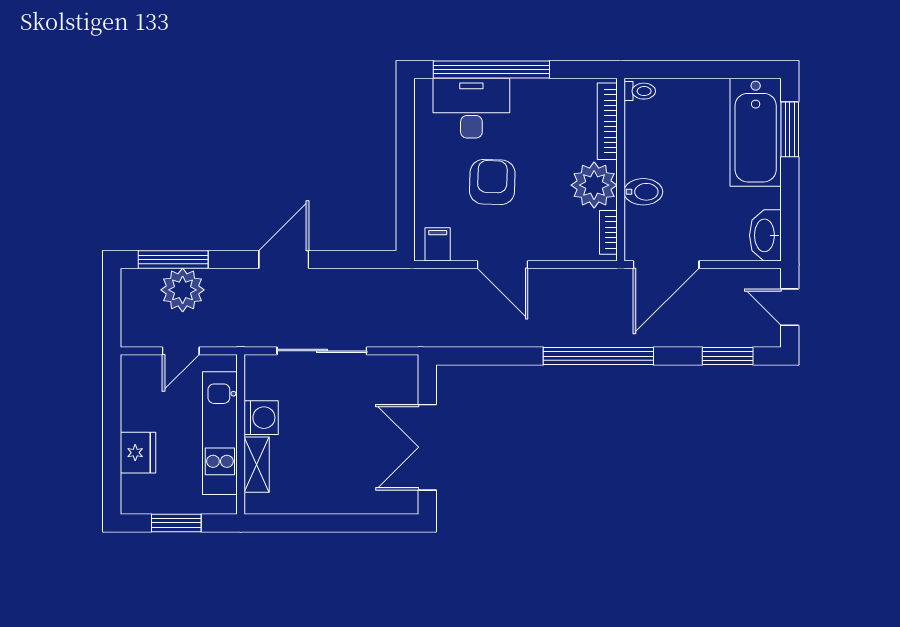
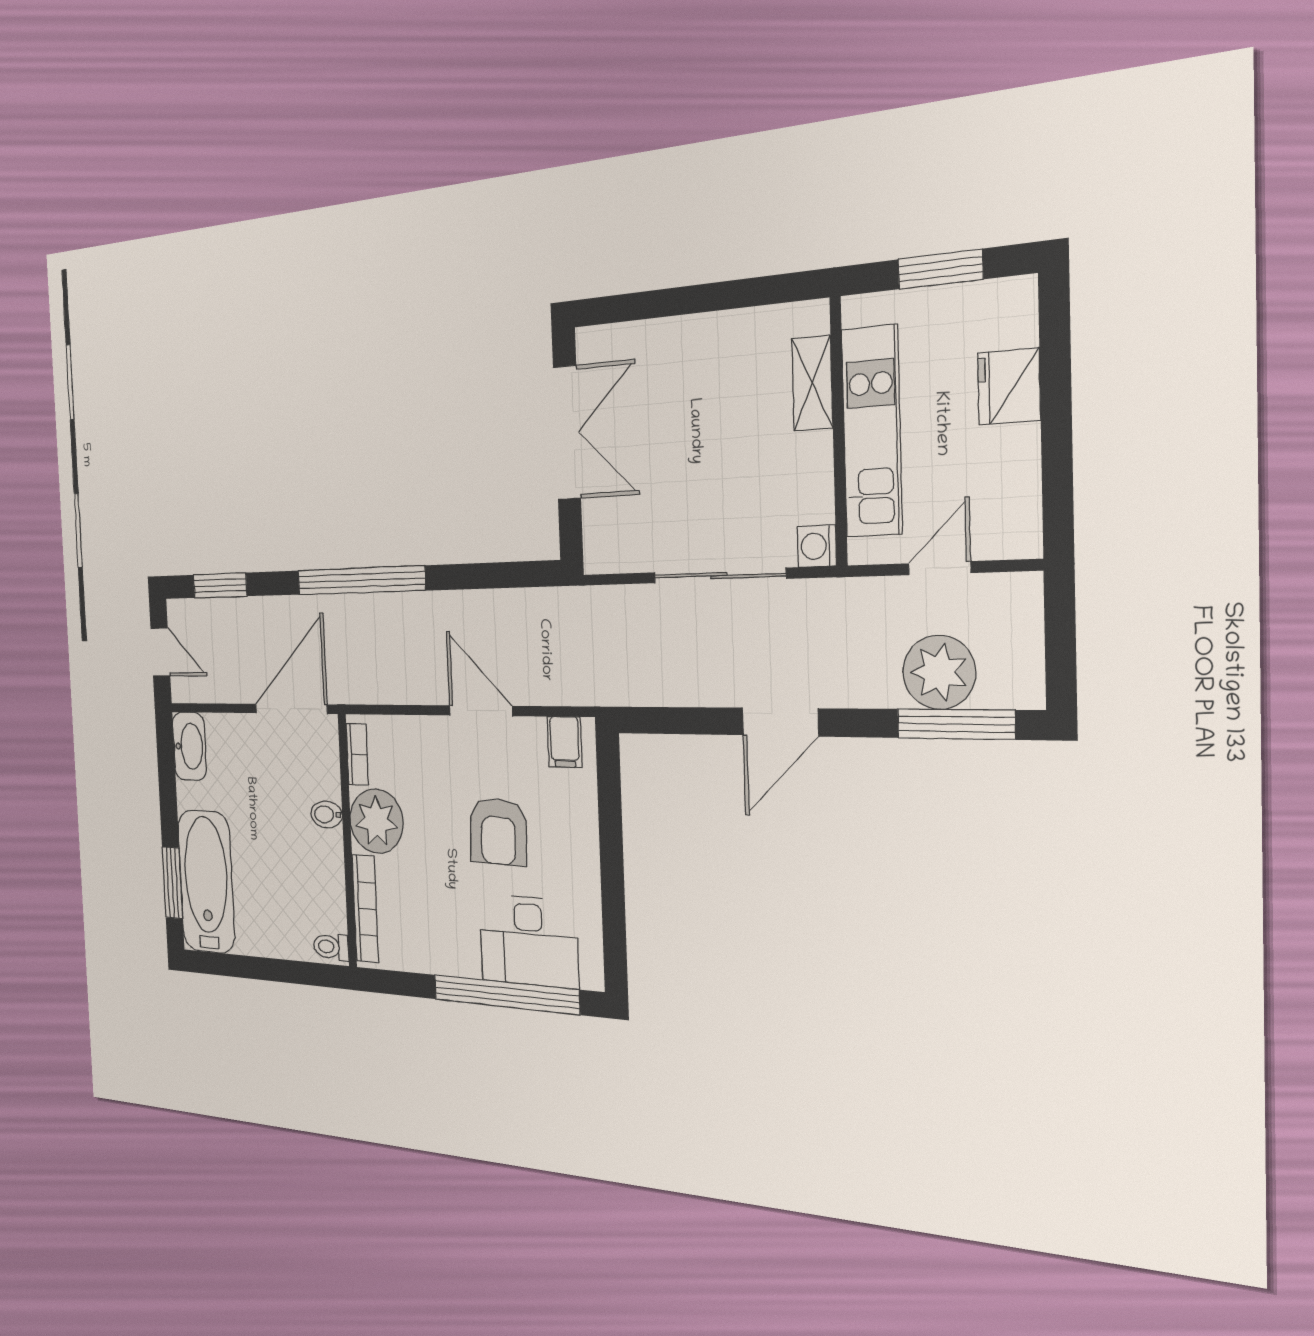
bidet: (643, 192) -> (327, 814), width x0.72, depth x0.74
washing machine: (261, 418) -> (817, 546), moved, width x0.73, depth x0.73

